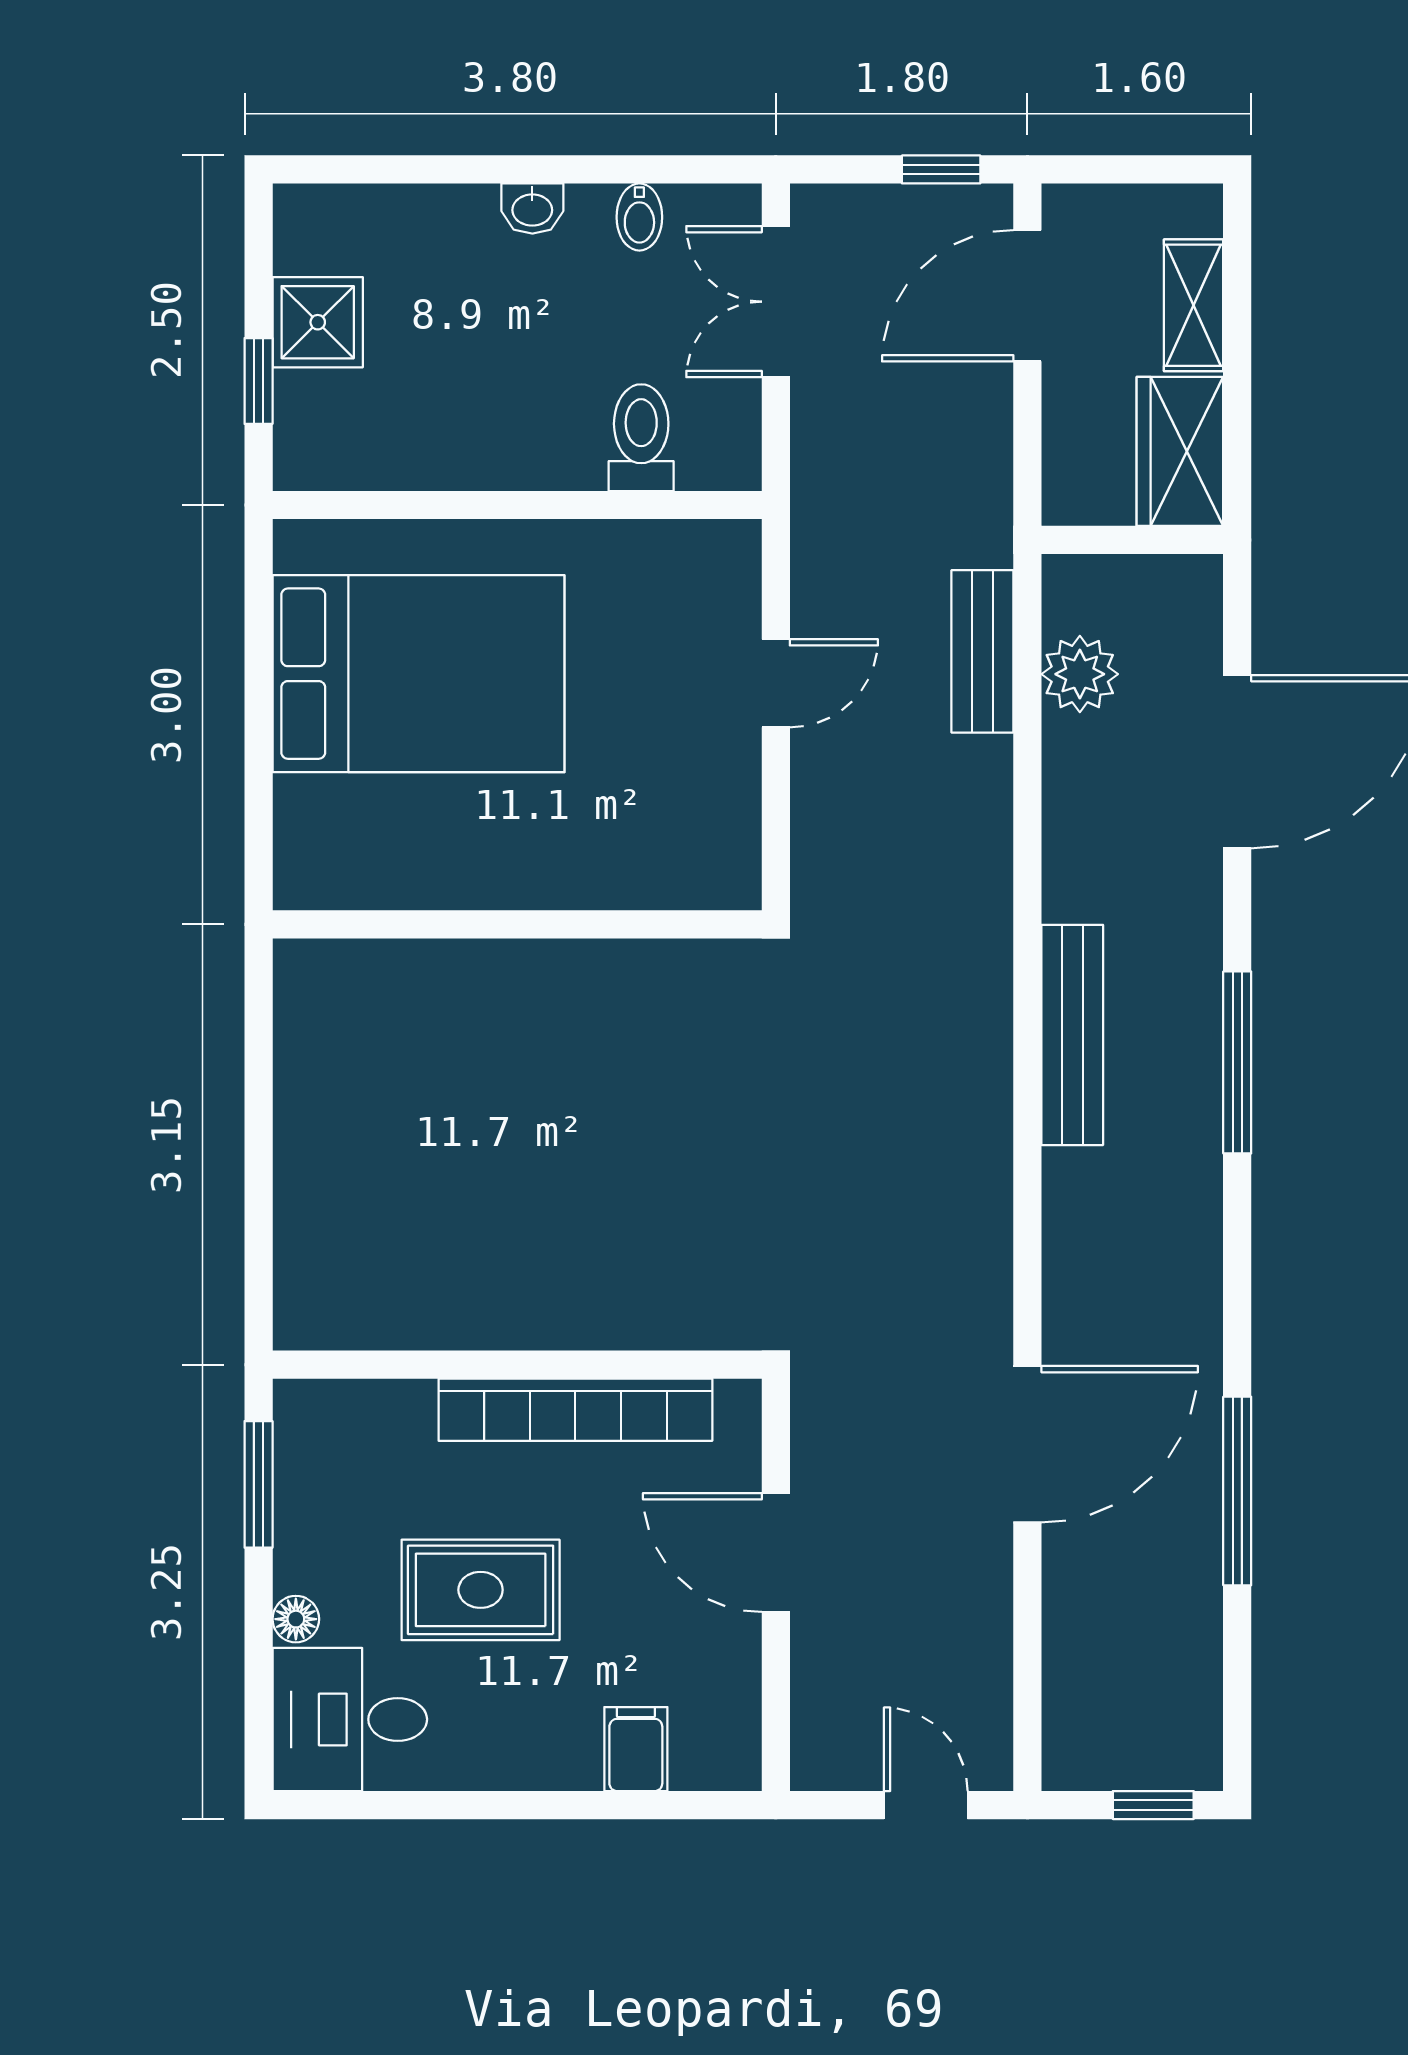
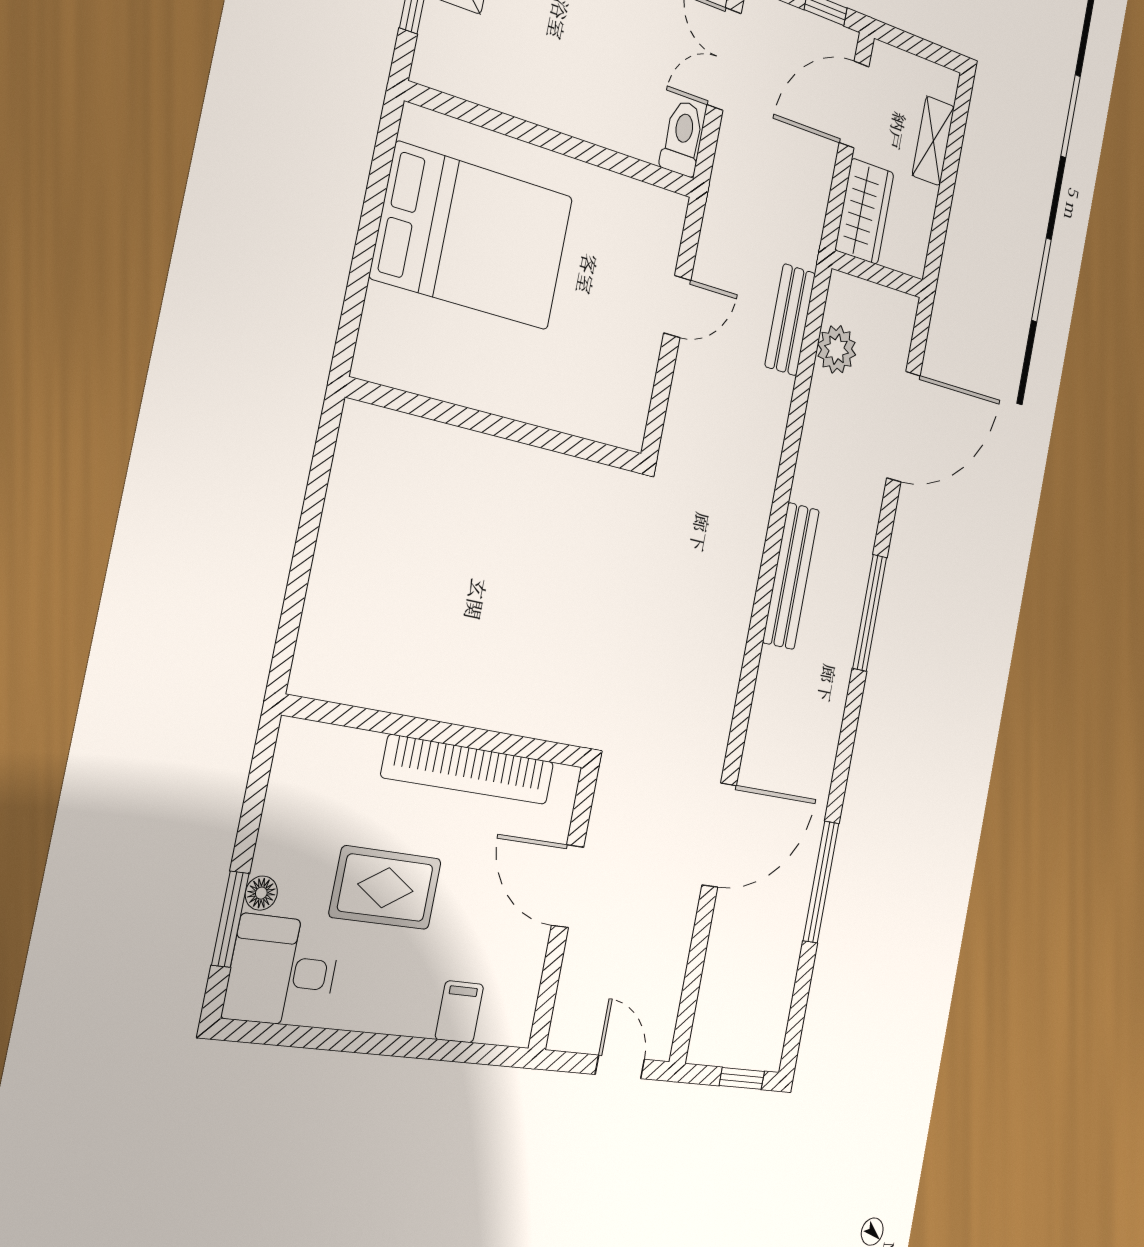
toilet: (641, 438) -> (682, 138), moved
wardrobe: (1180, 451) -> (865, 211), moved, turned 180
window: (259, 1484) -> (230, 919), moved

